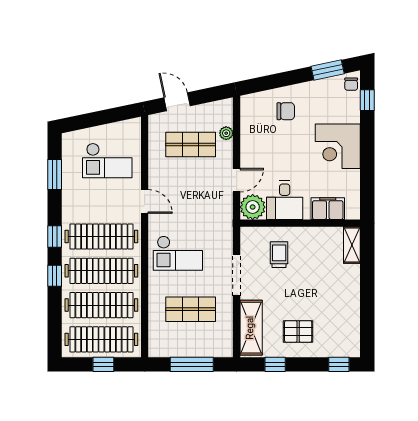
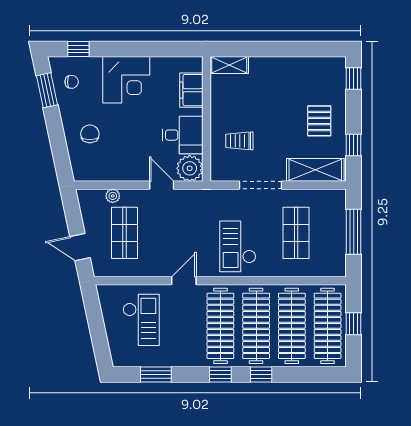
chair: (351, 84) -> (72, 82), moved
door: (177, 102) -> (80, 247), hinge flipped
checkout: (178, 253) -> (238, 246), turned 180

